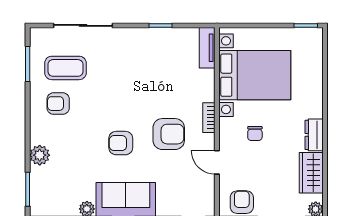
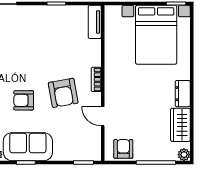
bed with nightstands: (255, 75) -> (156, 35), moved, turned 90
chair: (255, 133) -> (134, 92), removed
armchair: (169, 134) -> (63, 93), turned 80

